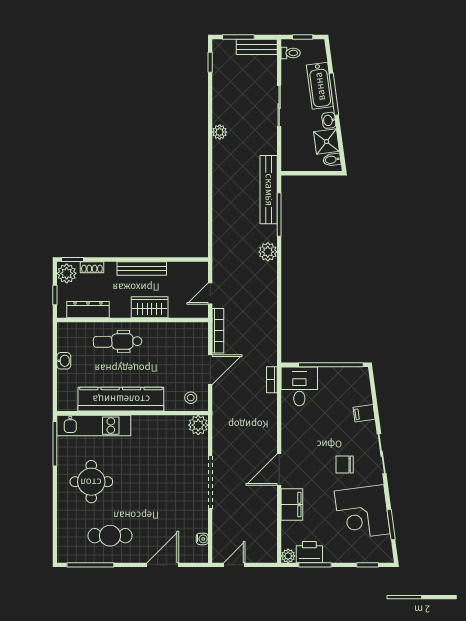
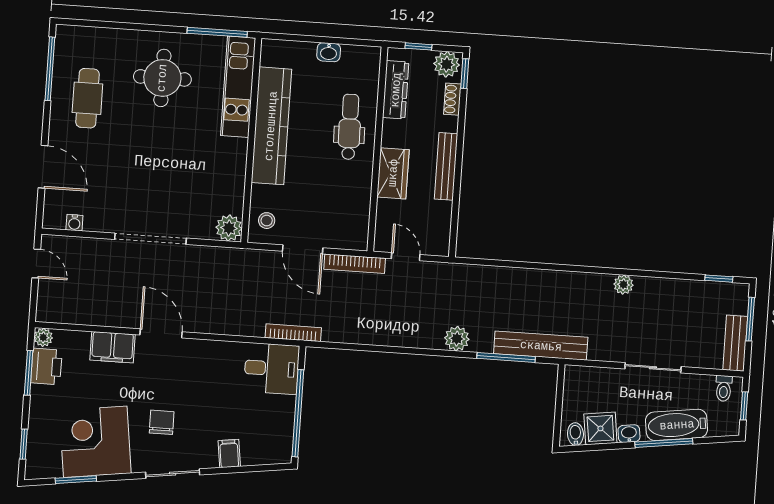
bookcase: (272, 380) -> (293, 333), width x1.56

